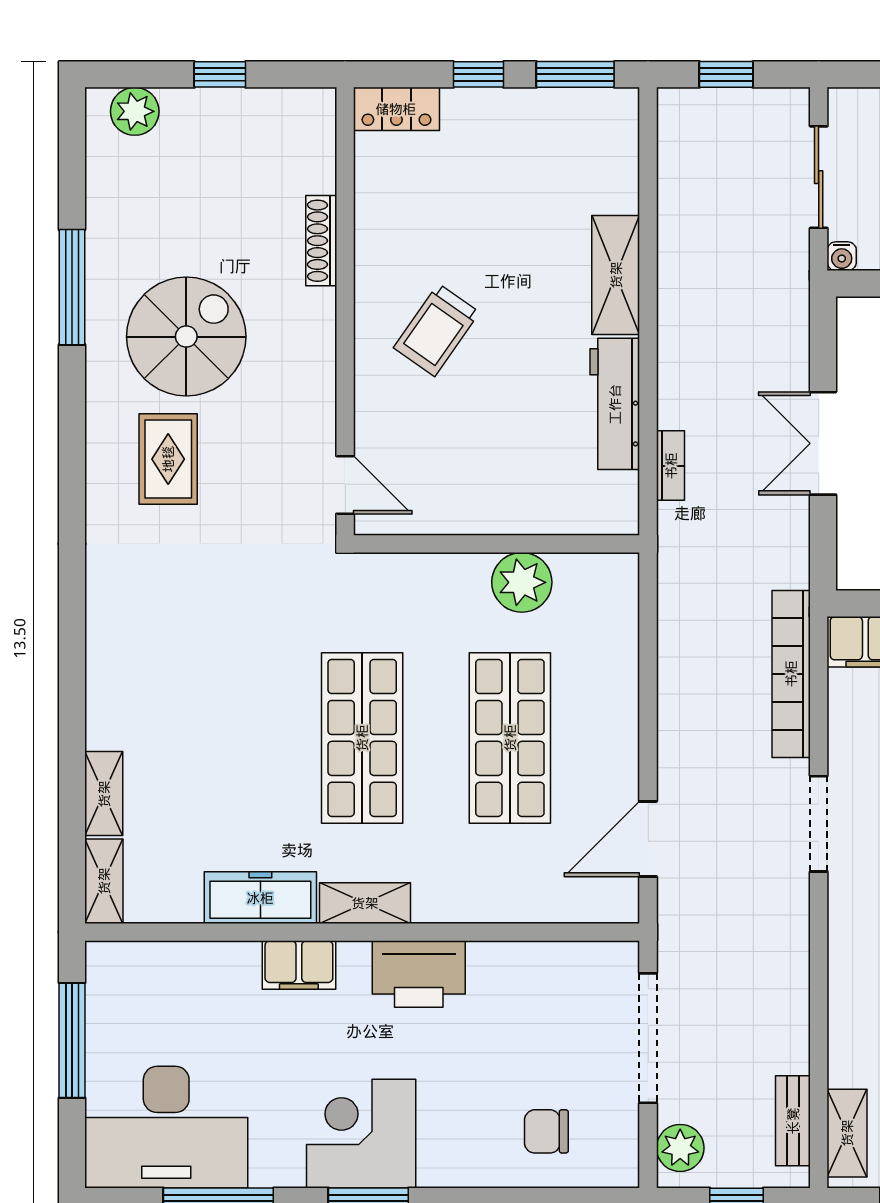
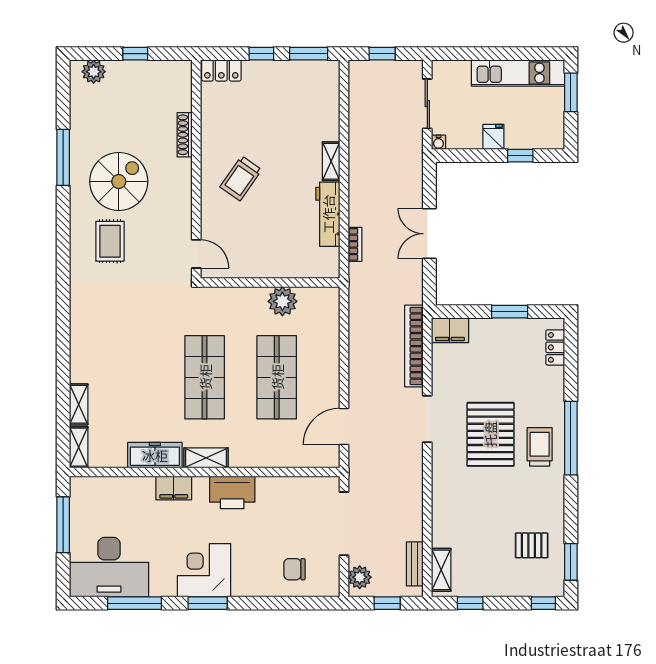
shelving: (616, 275) -> (331, 161), width x0.67, depth x0.75

